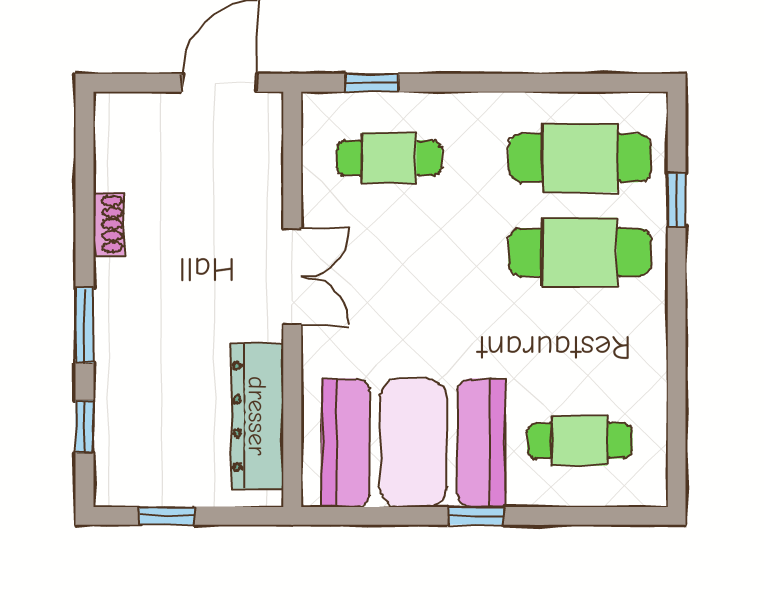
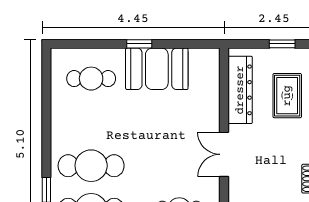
rug: (156, 404) -> (287, 96), added
booth: (413, 443) -> (157, 69), width x0.73, depth x0.70

